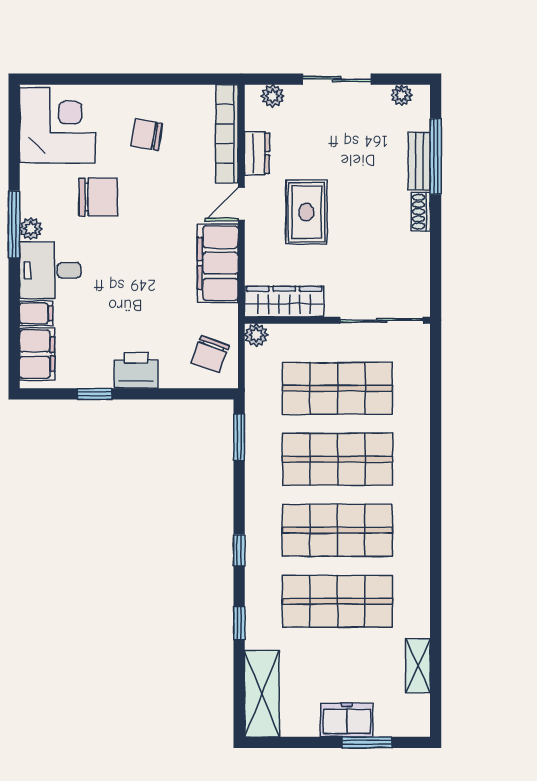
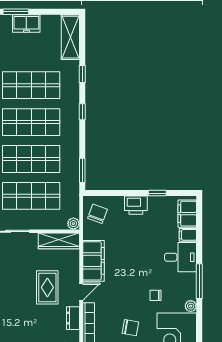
chair: (98, 197) -> (156, 295), width x0.54, depth x0.54
plant: (31, 229) -> (191, 306), moved

